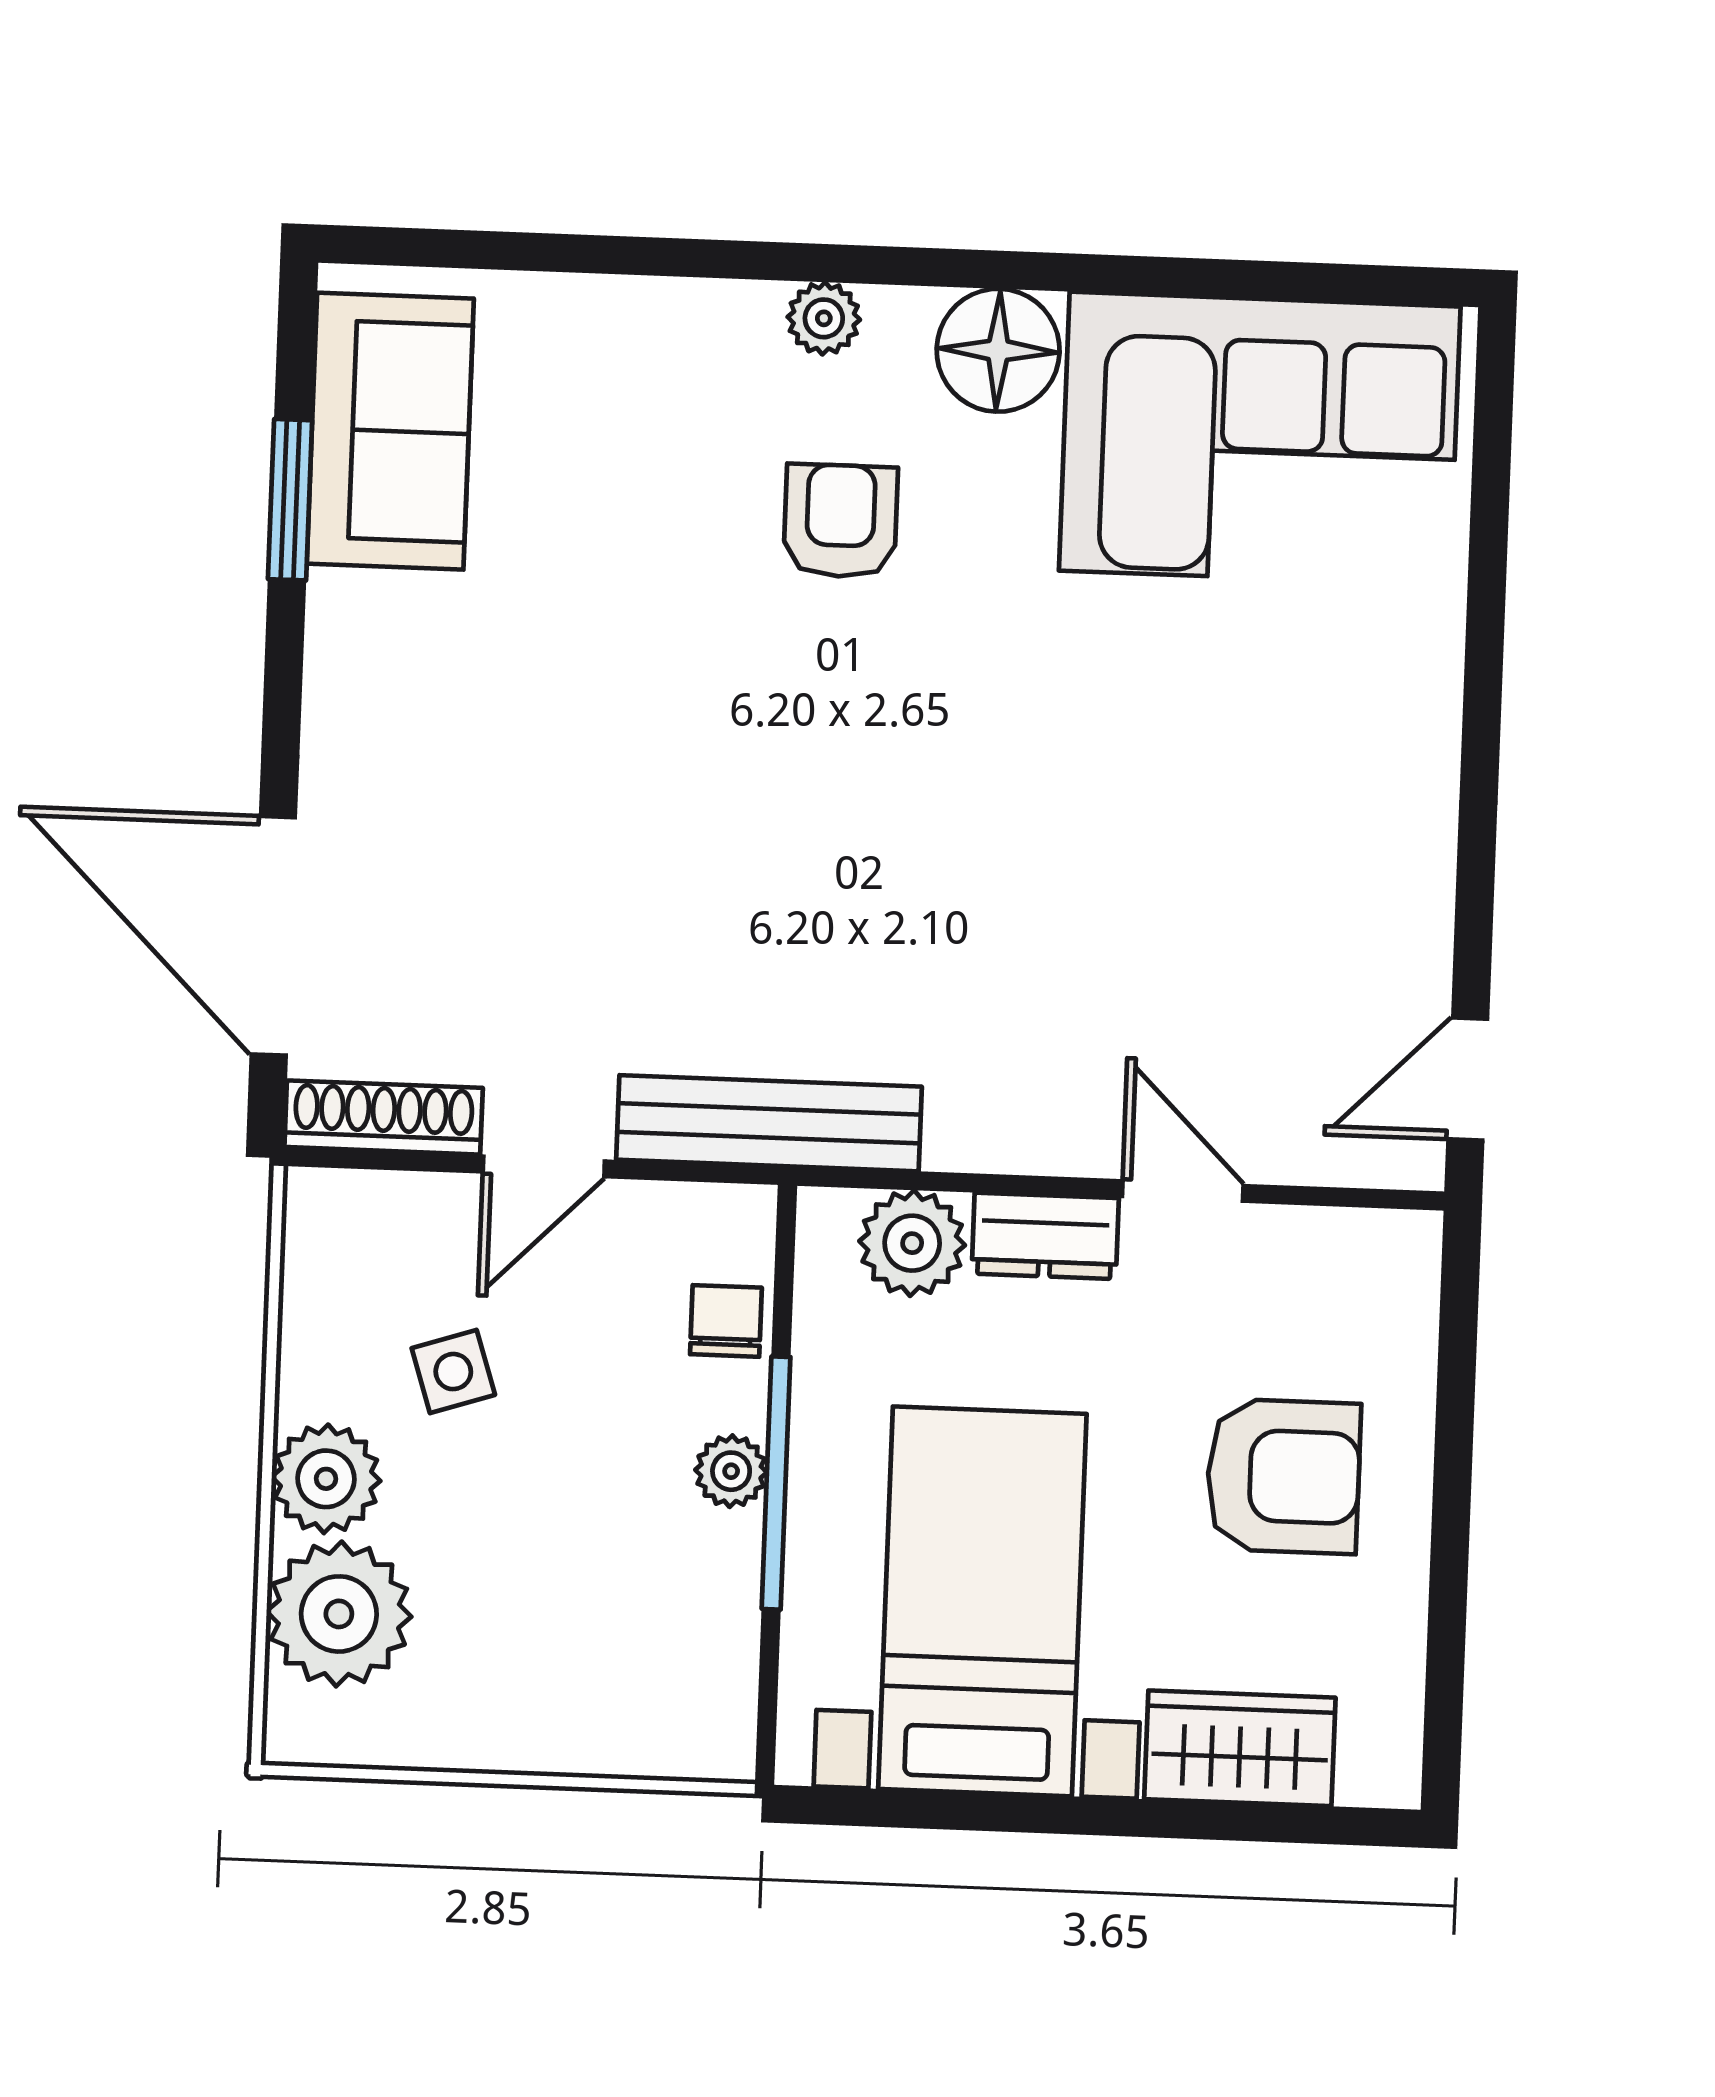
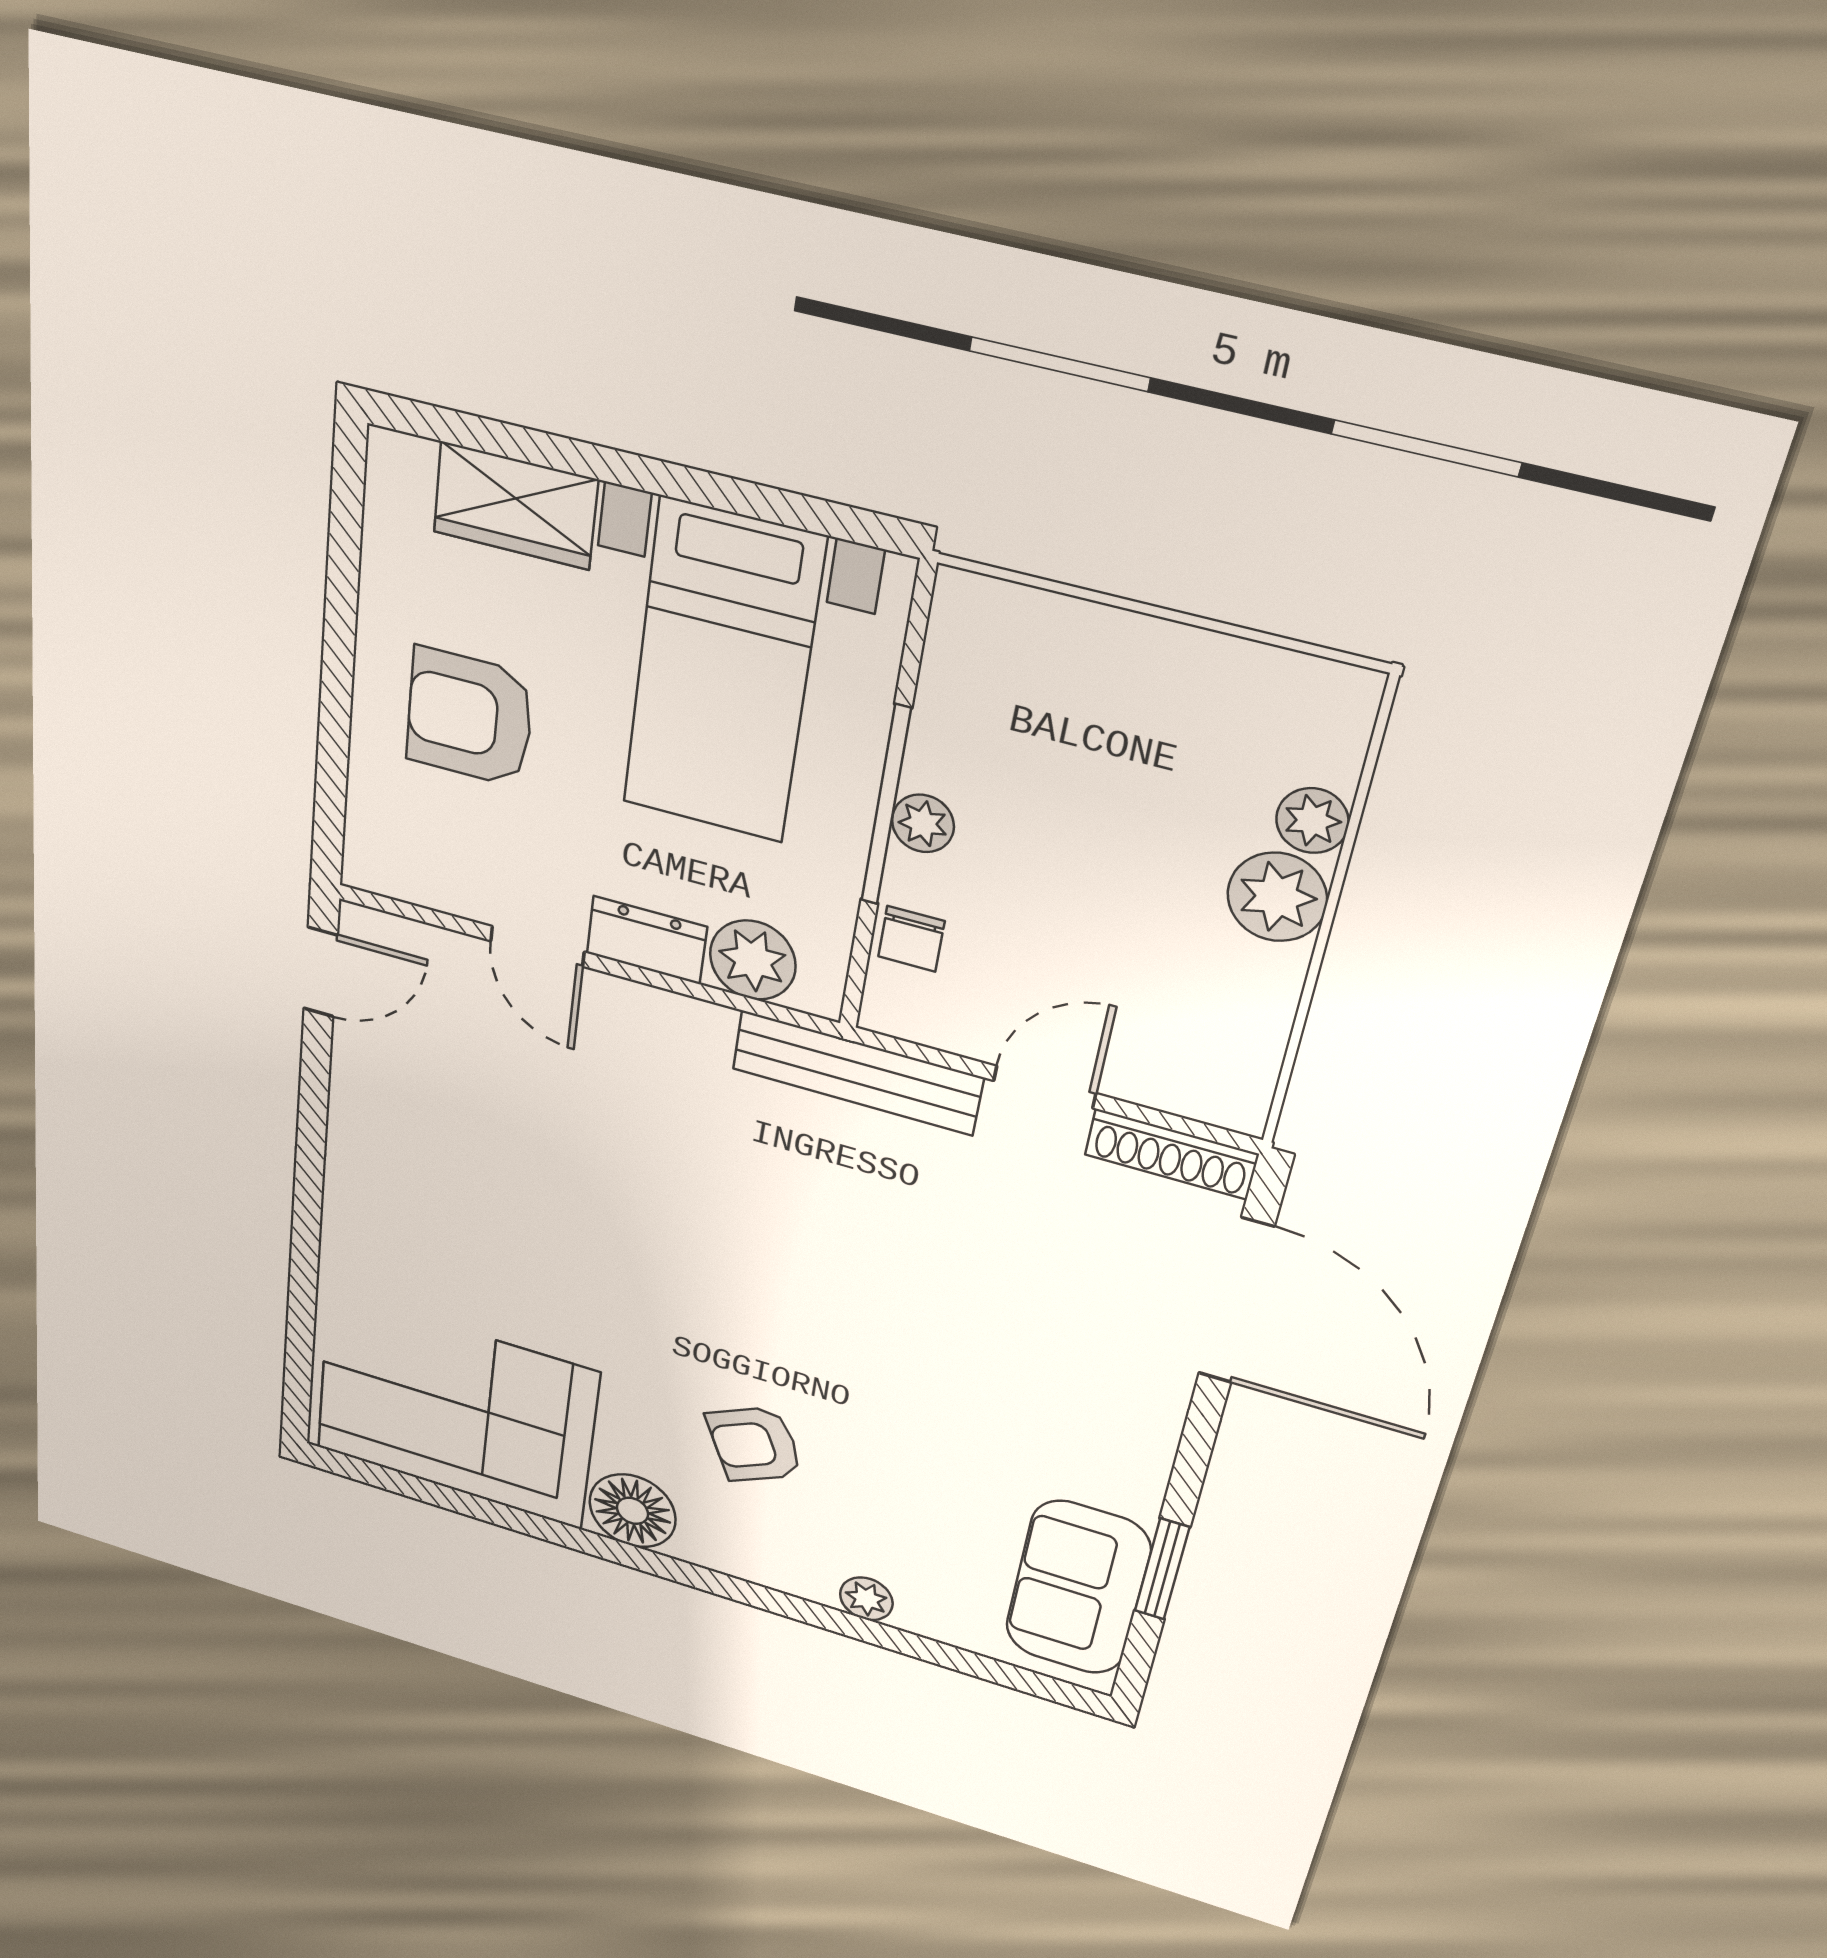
plant: (824, 318) -> (866, 1599), moved
armchair: (841, 521) -> (754, 1444), turned 64
side table: (453, 1372) -> (1148, 954), removed
plant: (339, 1614) -> (1312, 821), width x0.53, depth x0.53

